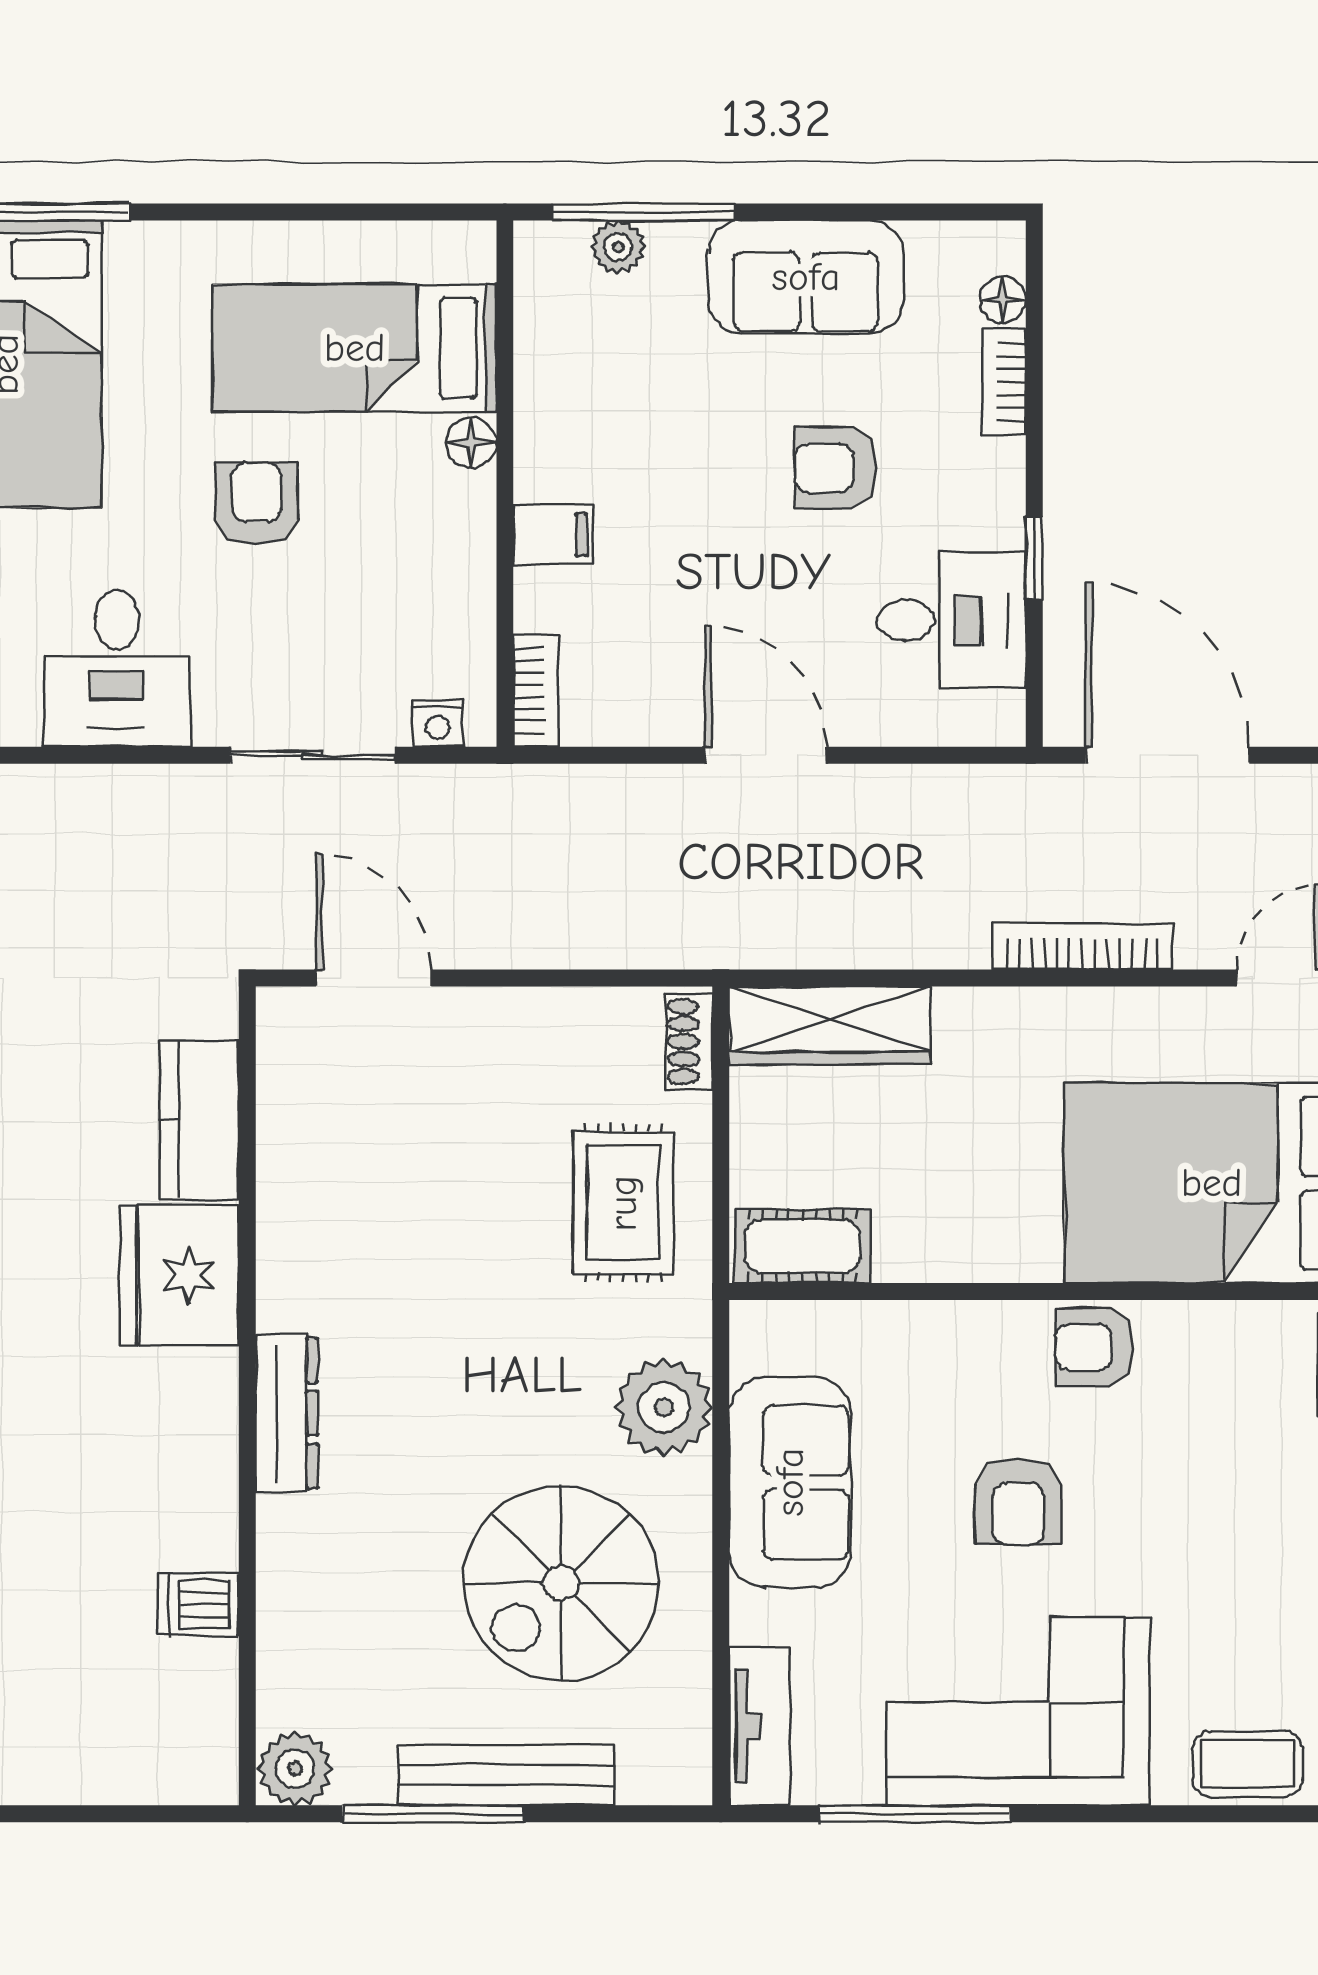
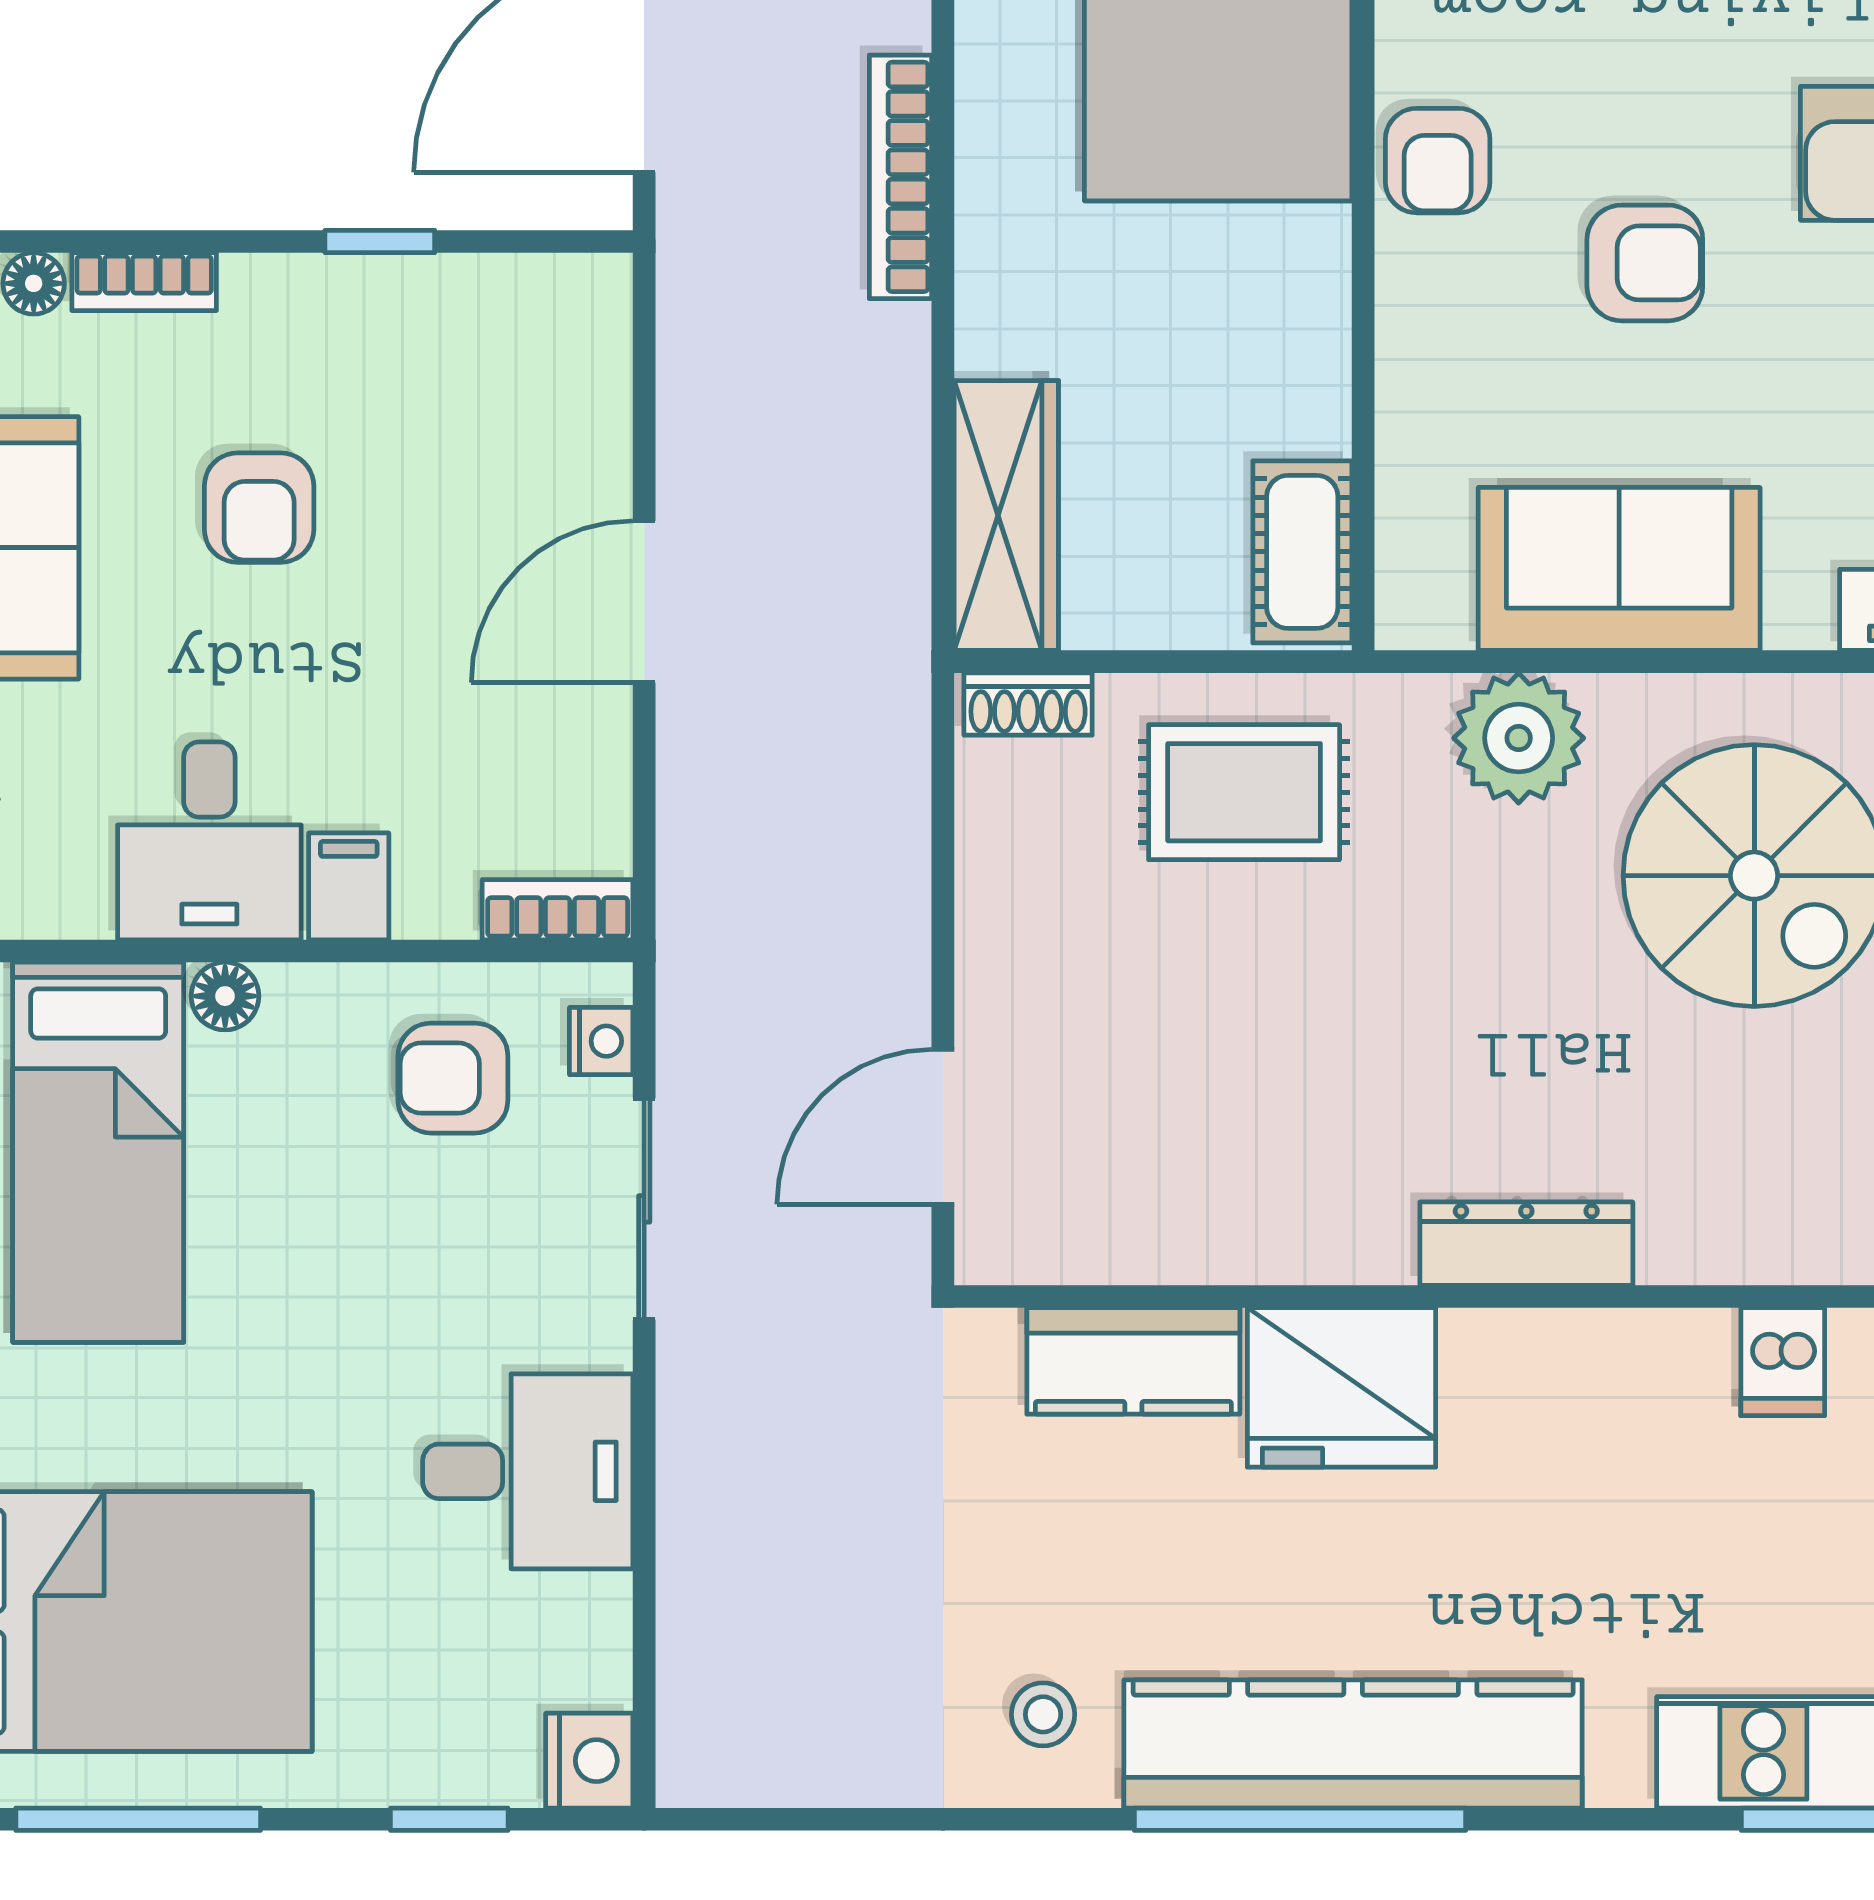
armchair: (257, 504) -> (453, 1078), moved
desk: (952, 621) -> (209, 841), moved, turned 180

